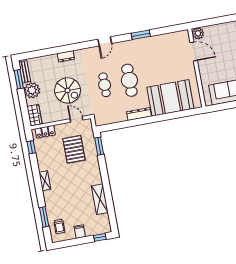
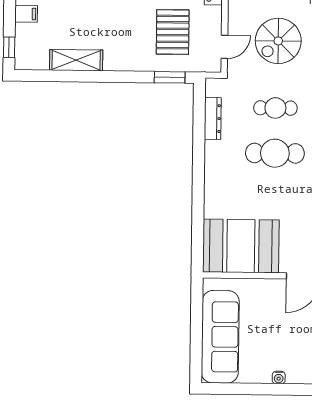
booth: (170, 98) -> (241, 246), moved, turned 90
dresser: (139, 114) -> (213, 119), moved
pallet: (74, 149) -> (173, 32), turned 90

